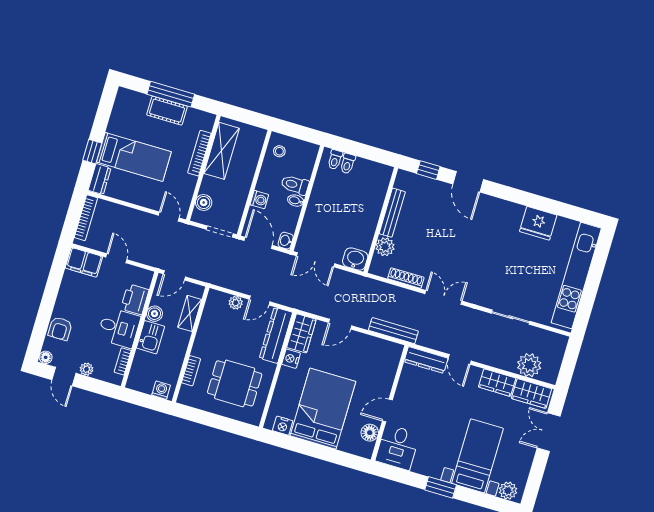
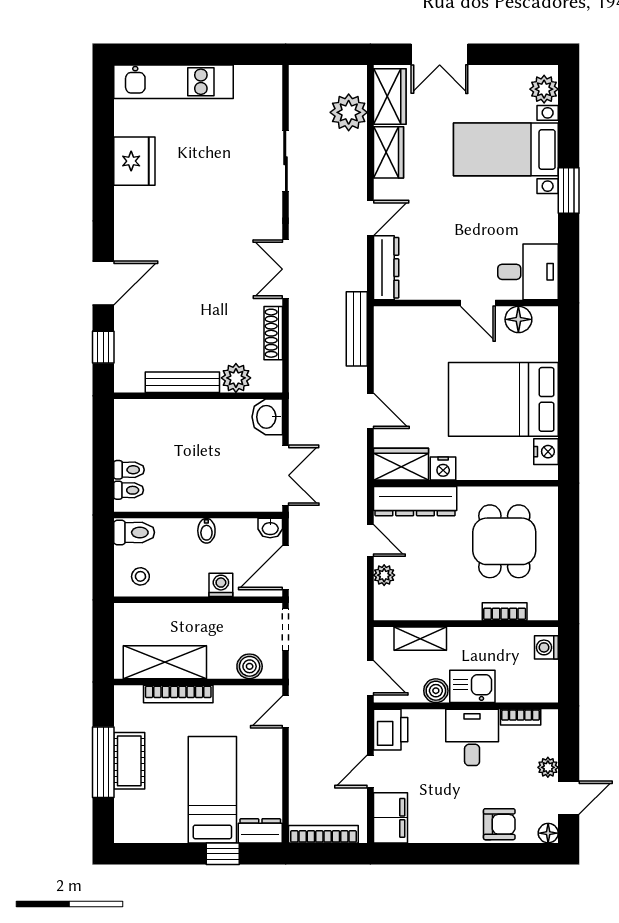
toilet: (295, 185) -> (134, 532), moved, turned -90
kitchen unit: (576, 275) -> (173, 82), width x0.73
printer: (135, 299) -> (391, 730), moved, turned -90

